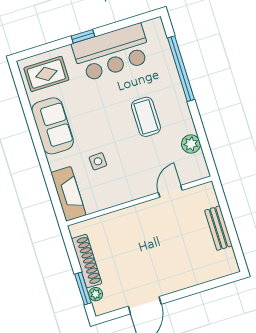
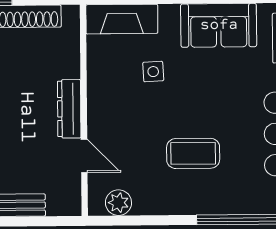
plant: (191, 144) -> (118, 203), moved
dresser: (141, 211) -> (69, 109), added

